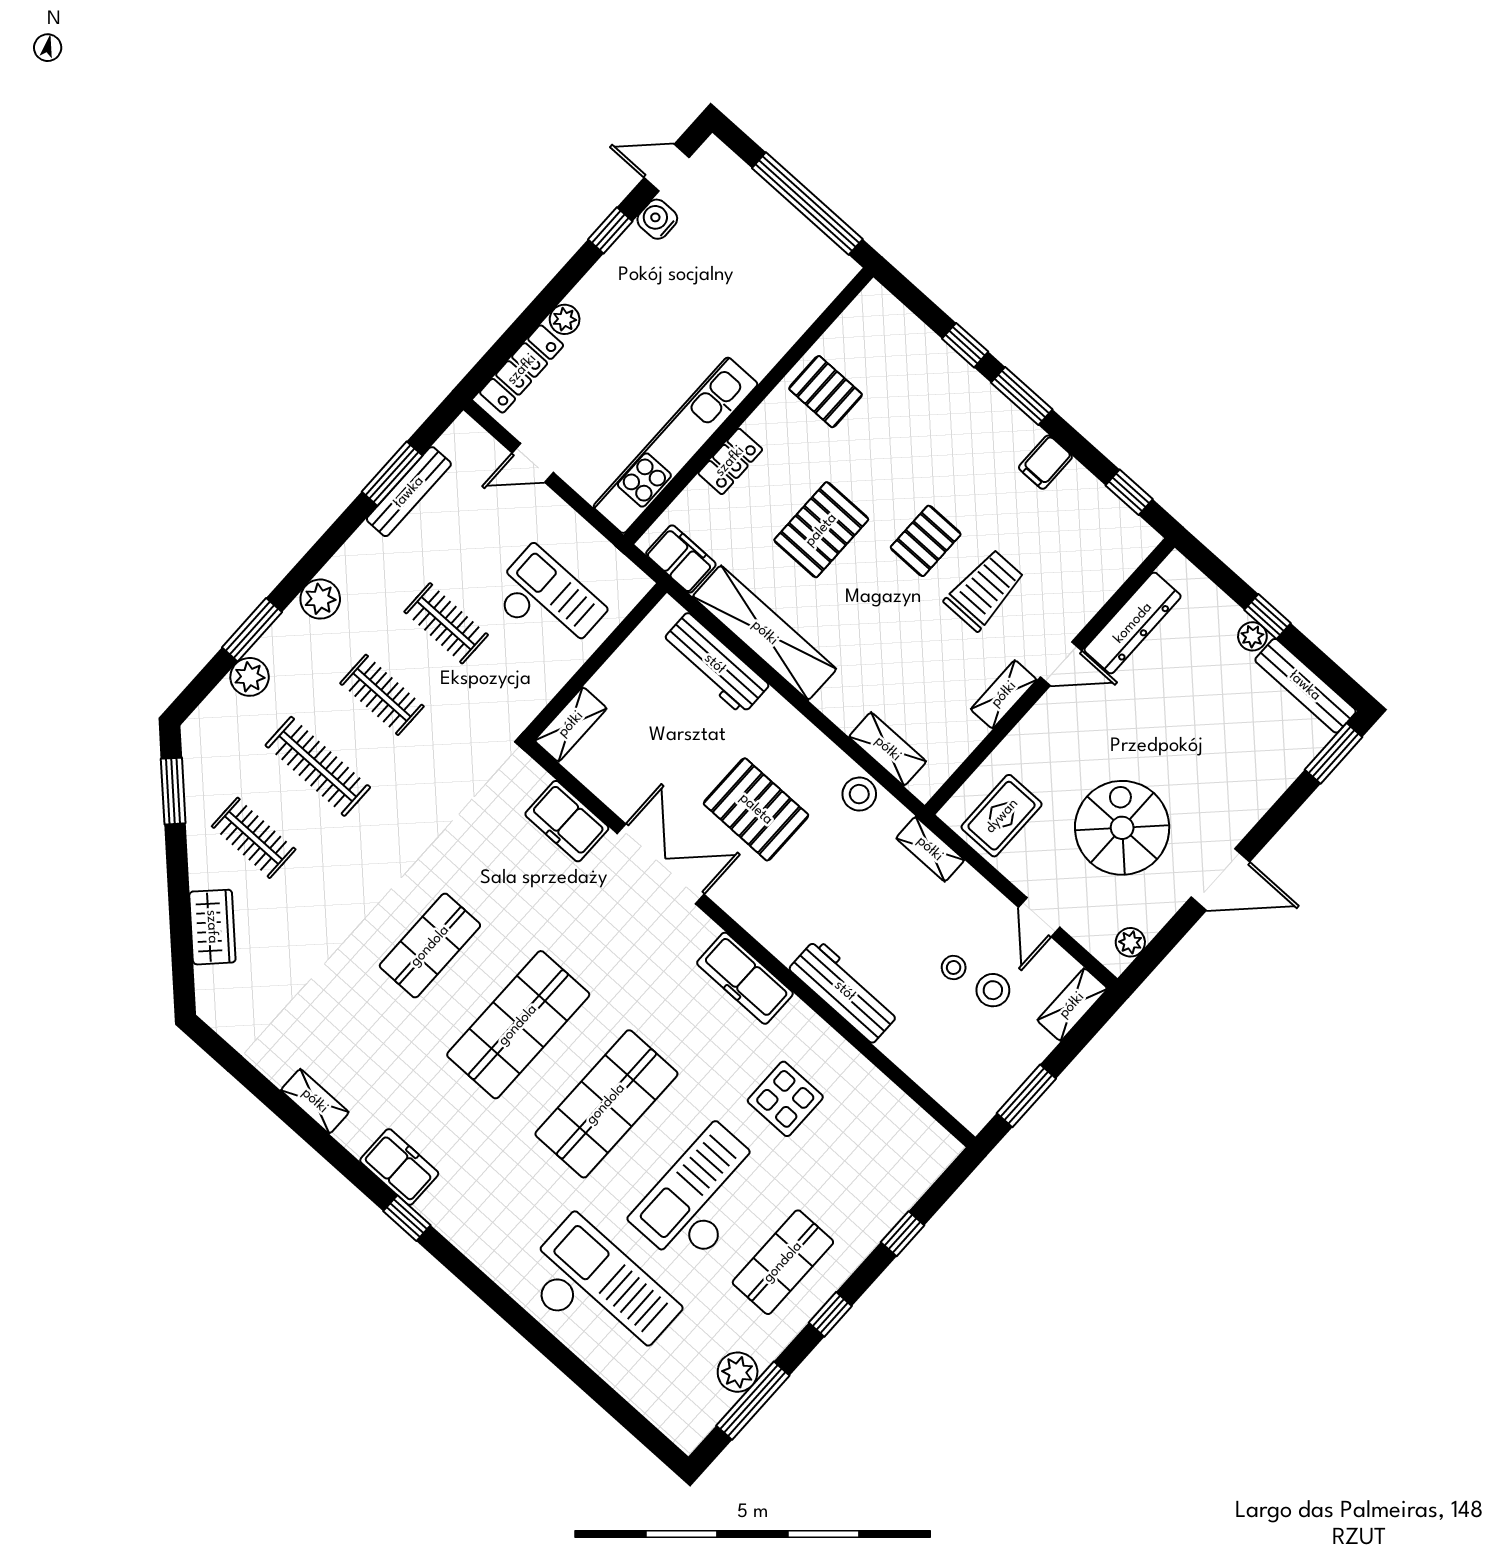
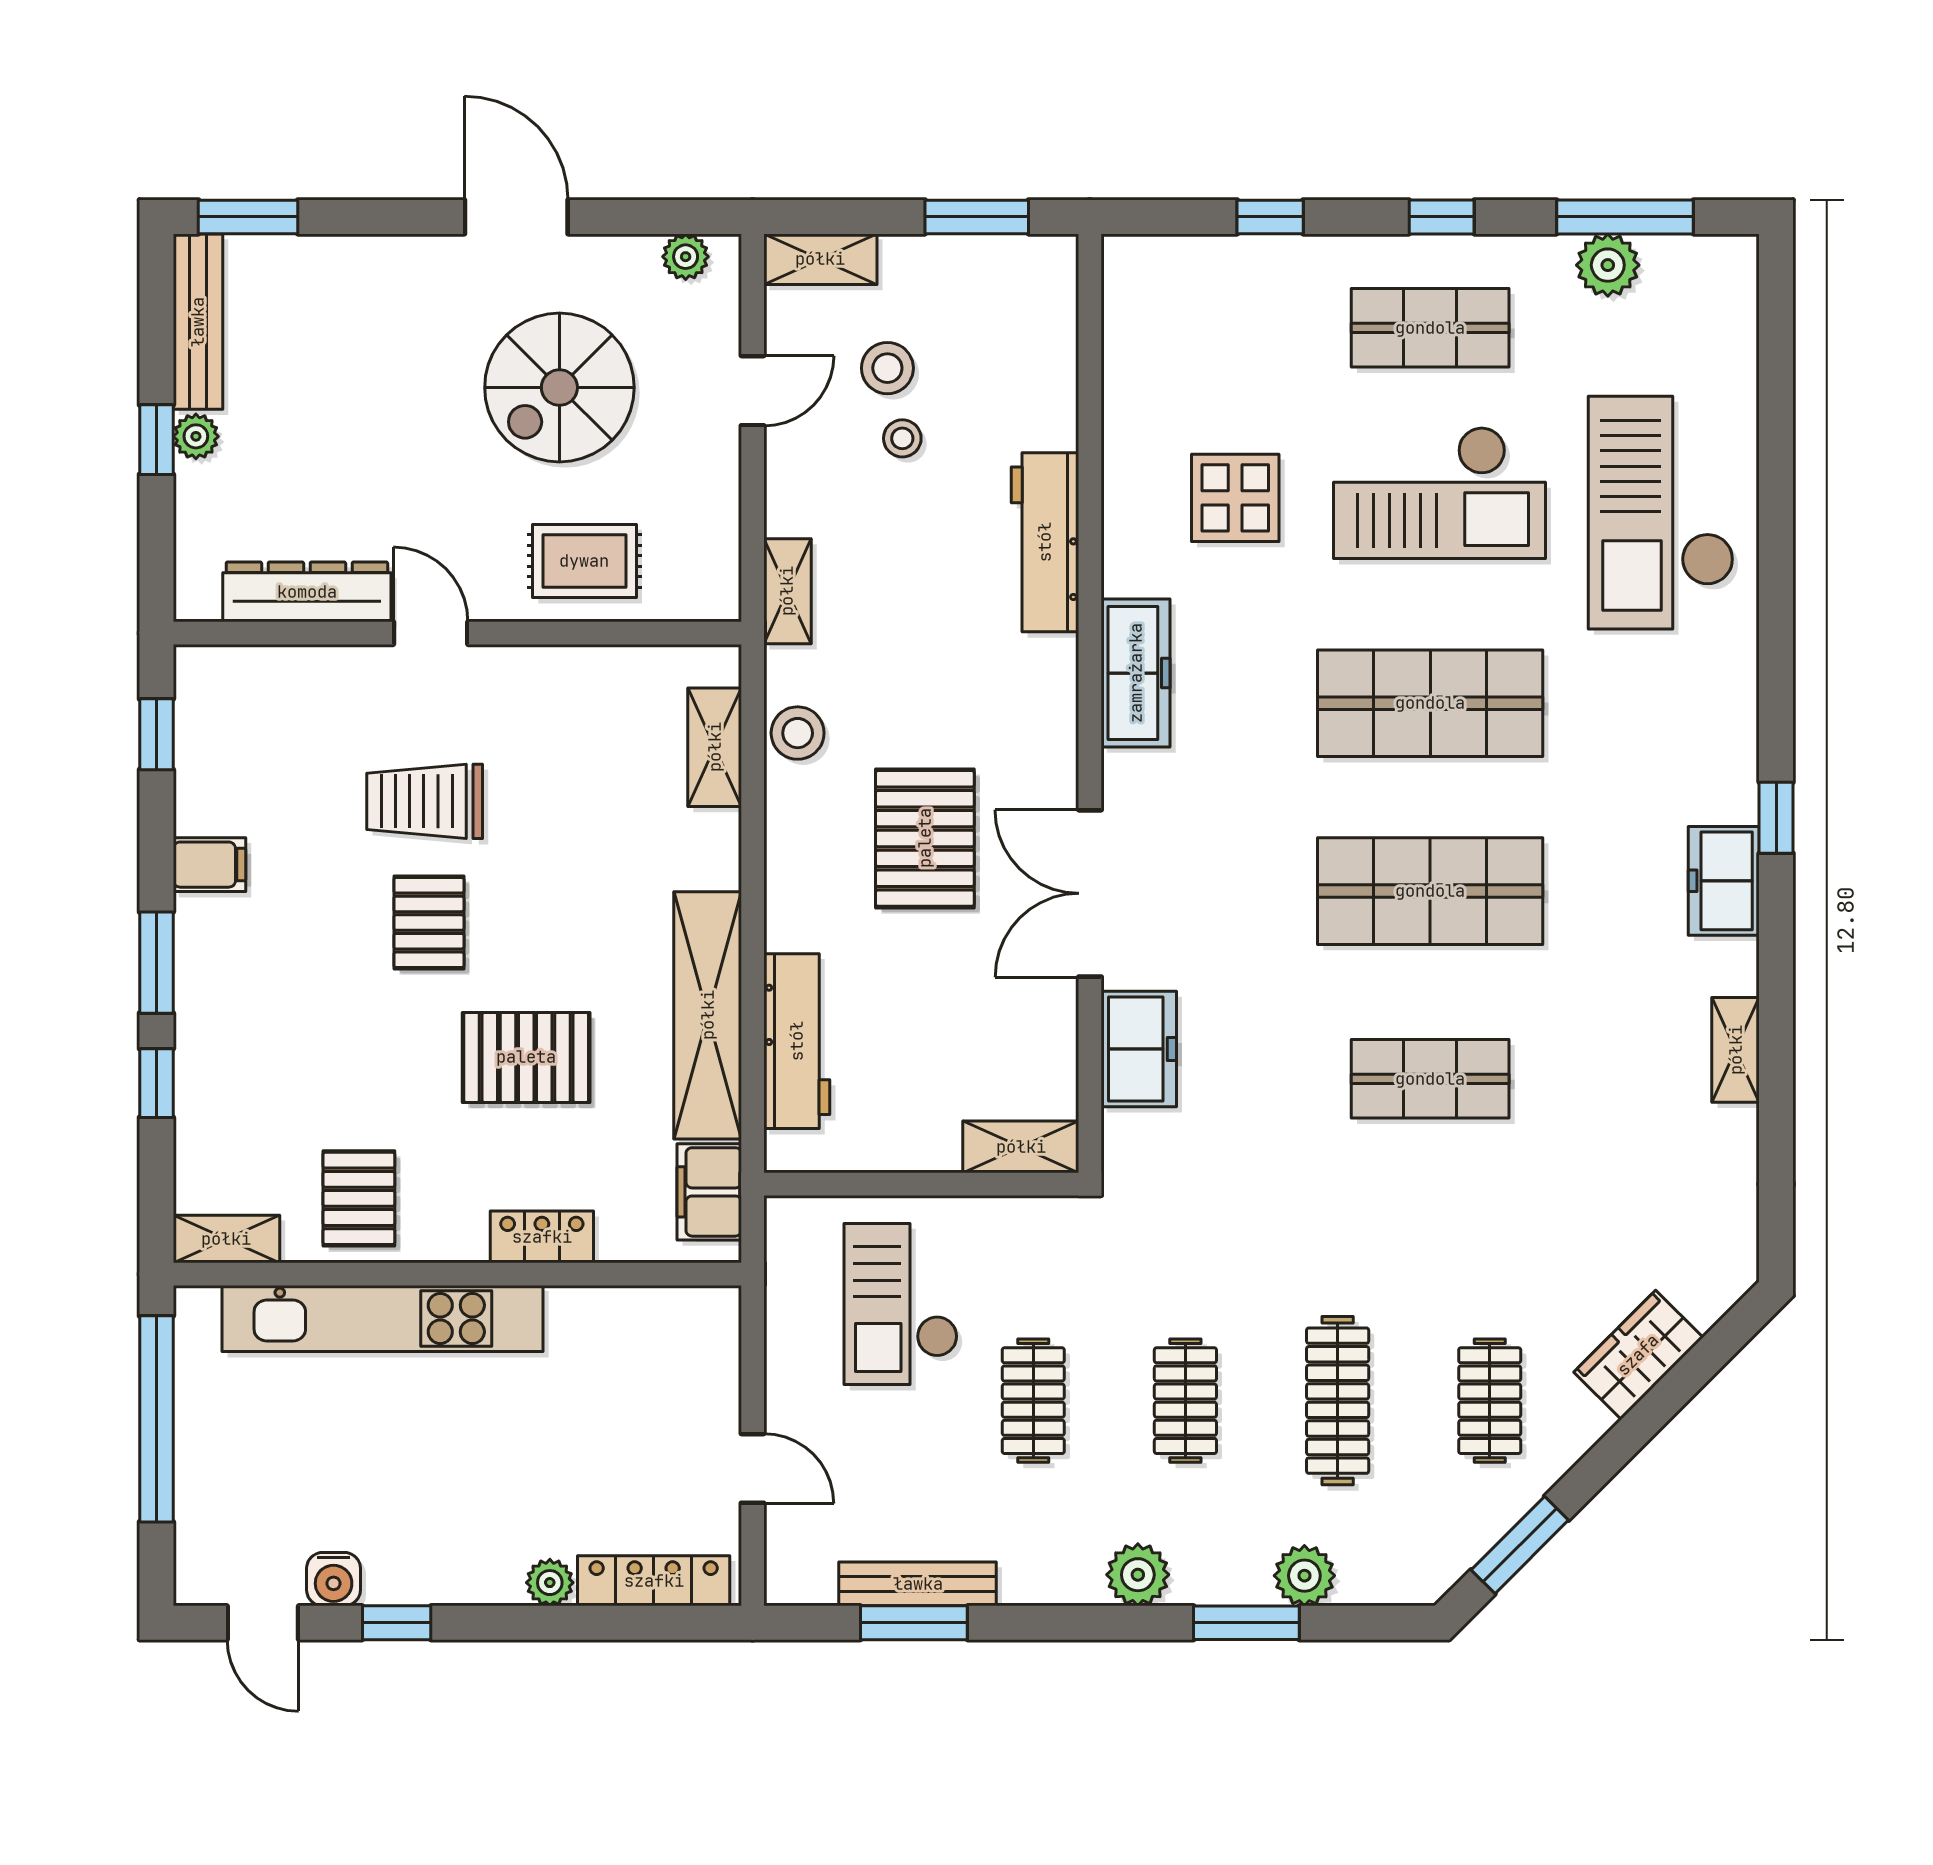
kitchen unit: (675, 445) -> (382, 1319), moved
pallet: (926, 541) -> (429, 923), turned 90
shelving: (1004, 694) -> (226, 1239), moved
rug: (1002, 816) -> (584, 561), moved

